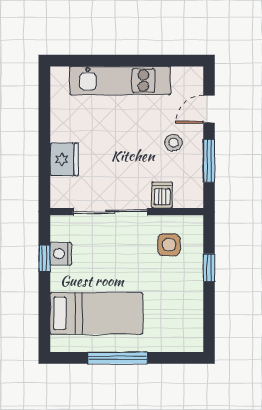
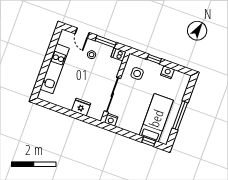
dishwasher: (162, 195) -> (118, 54), moved
nightstand: (61, 254) -> (111, 120), moved
window: (44, 259) -> (149, 142), moved
nightstand: (193, 303) -> (167, 72), added

